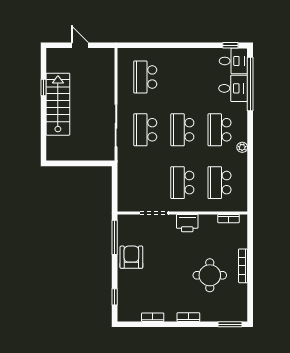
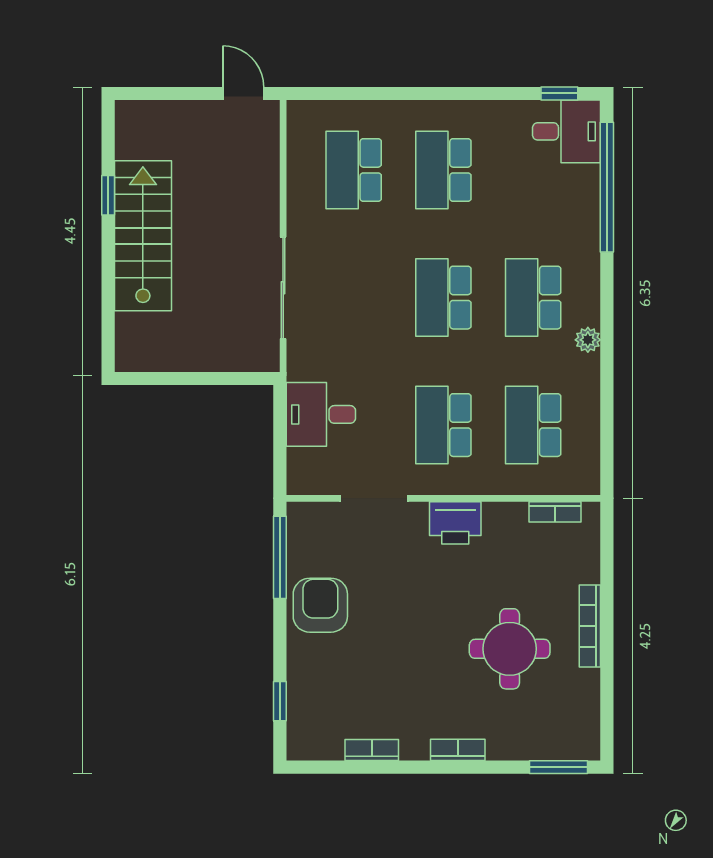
door: (80, 45) -> (243, 93), moved
desk: (233, 88) -> (321, 414), moved, turned 180
school desk: (145, 130) -> (443, 170), moved

